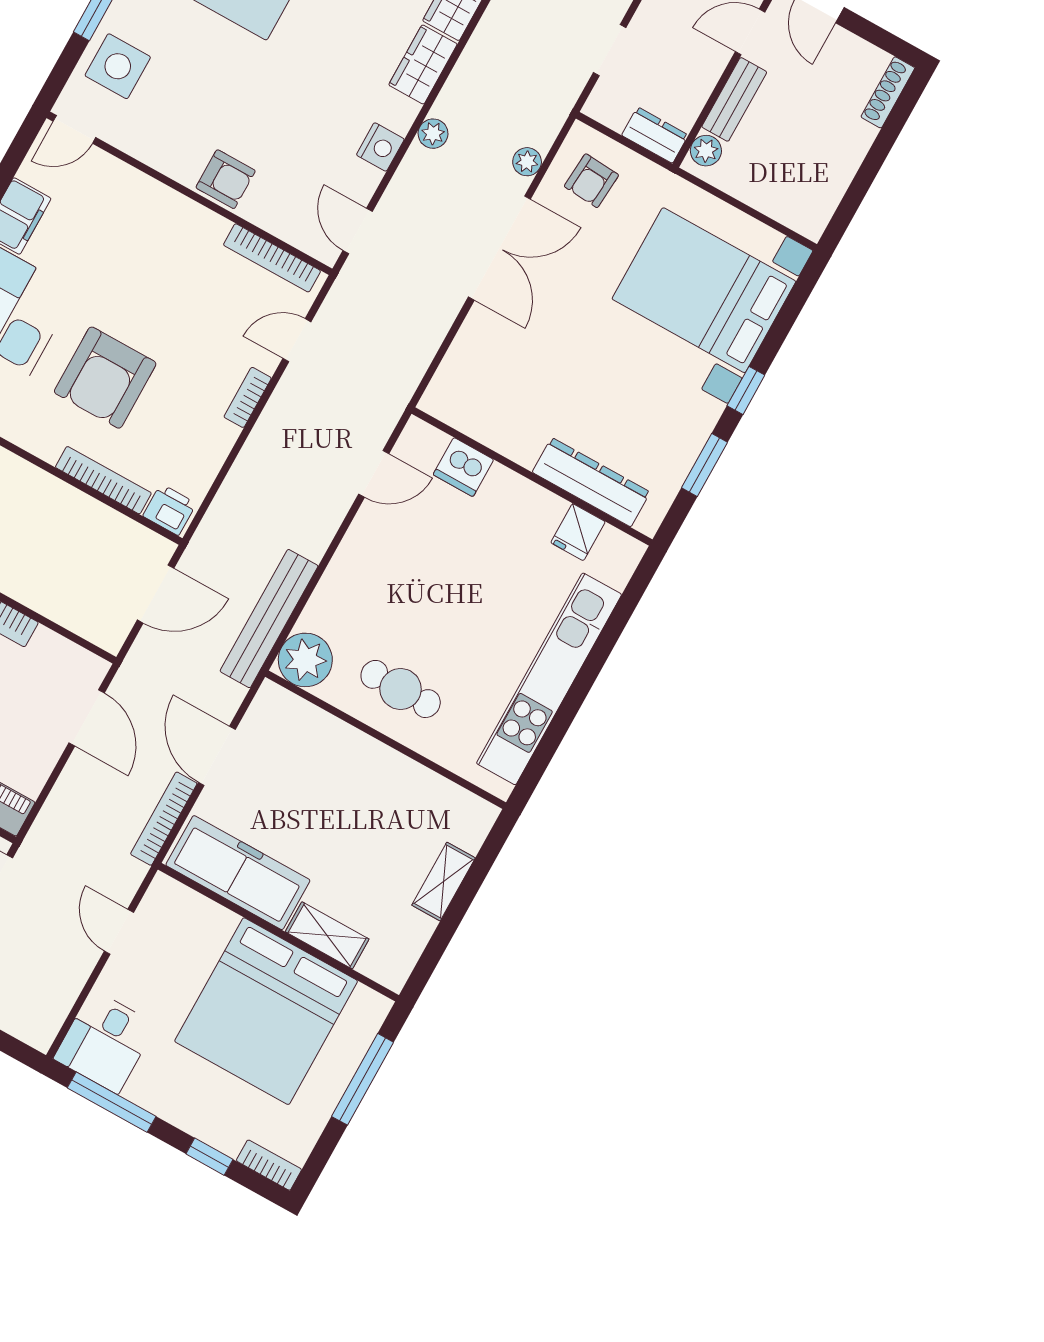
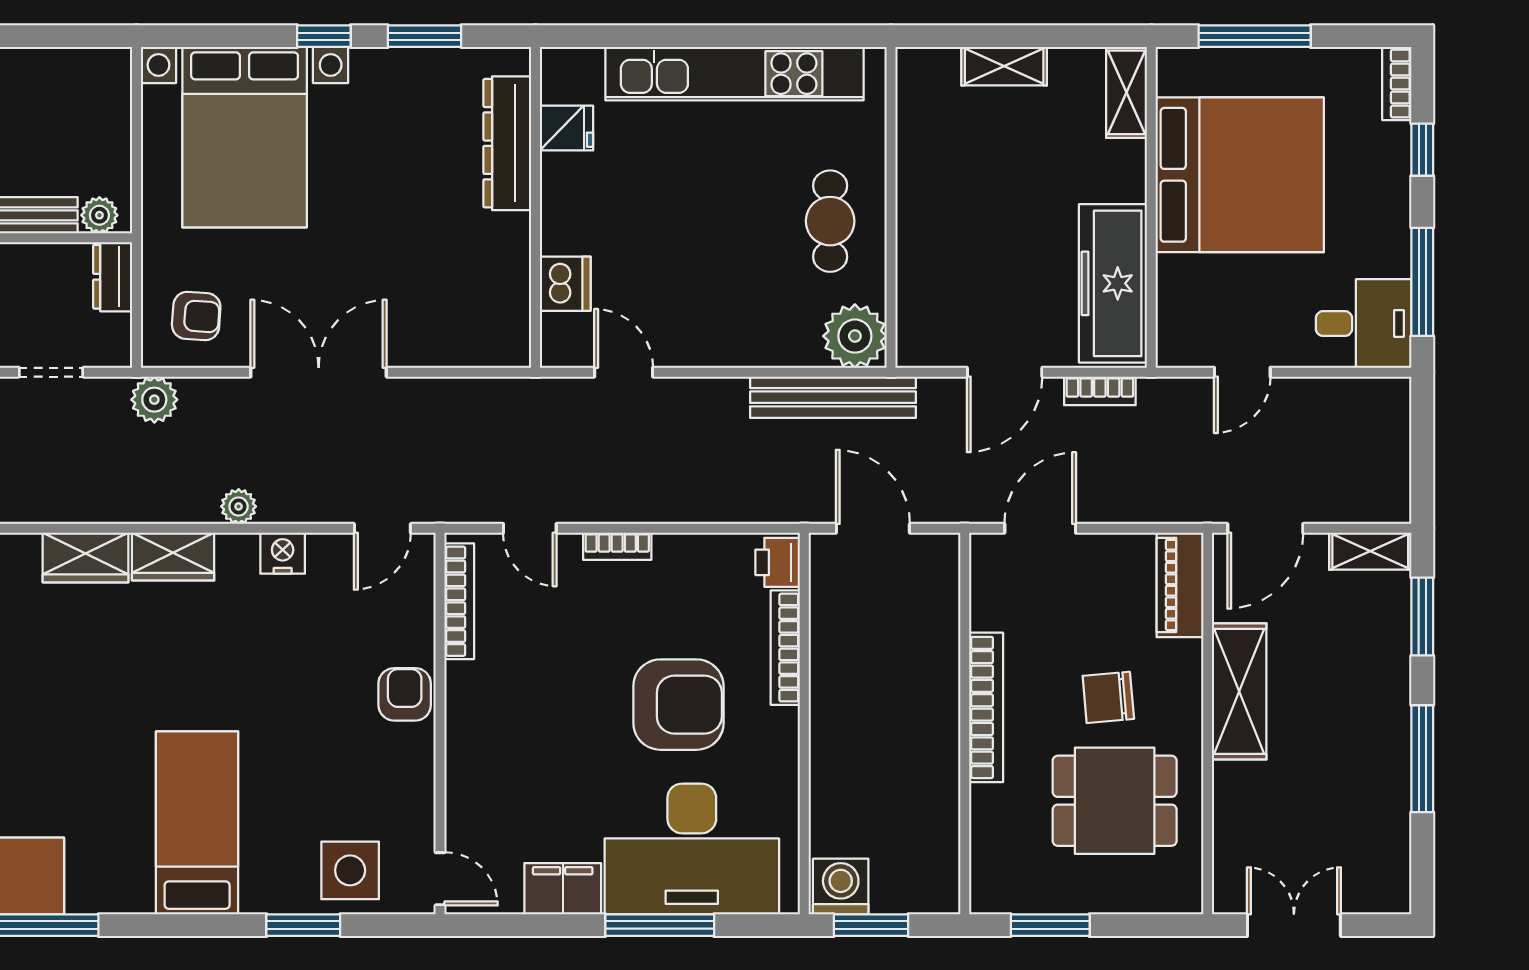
plant: (527, 162) -> (154, 400), moved, width x1.38, depth x1.38
bookcase: (164, 819) -> (1100, 391), width x0.64
shelving: (327, 935) -> (1126, 92), moved

